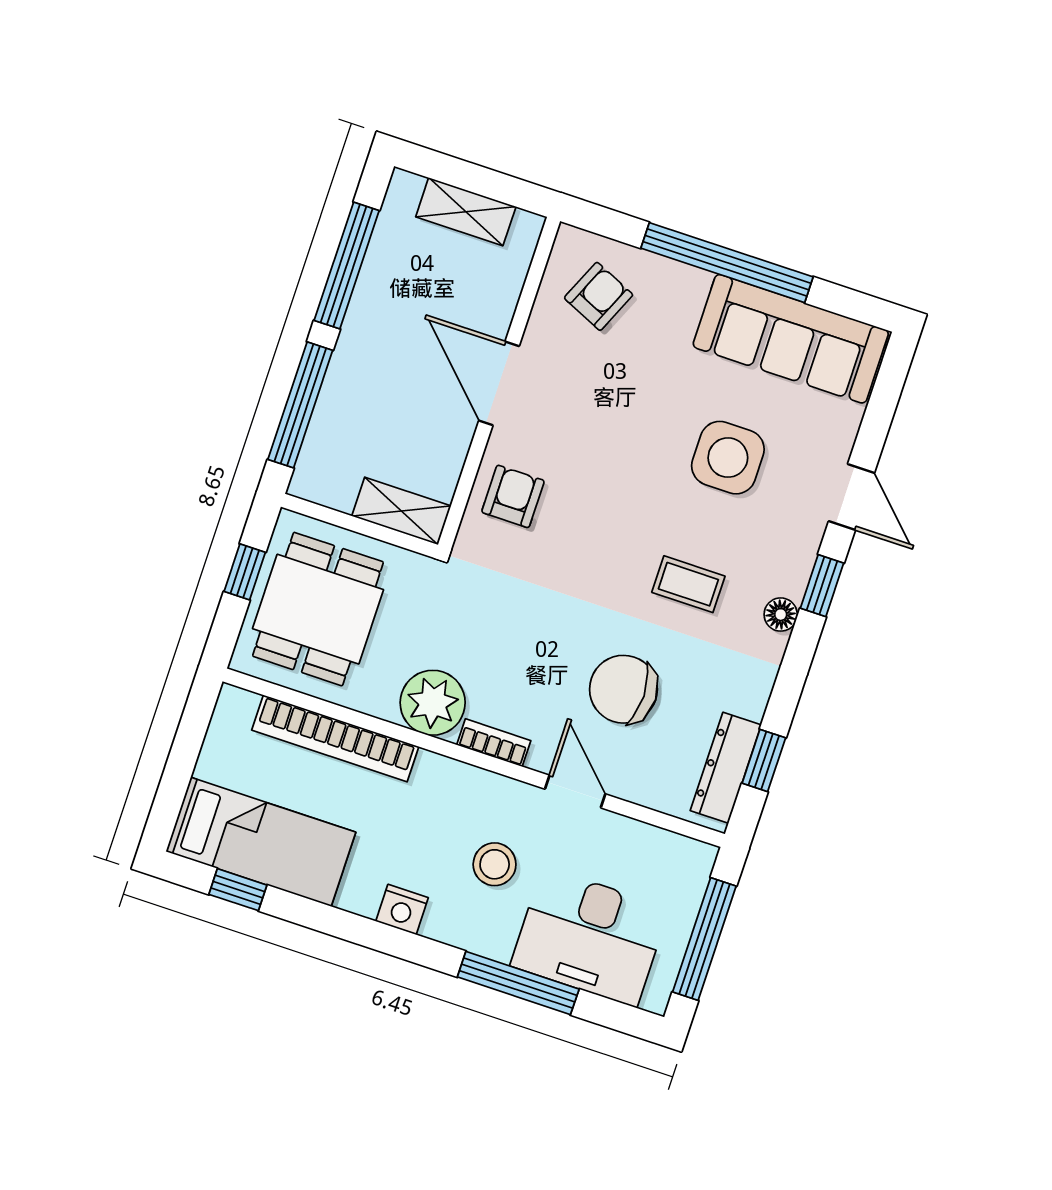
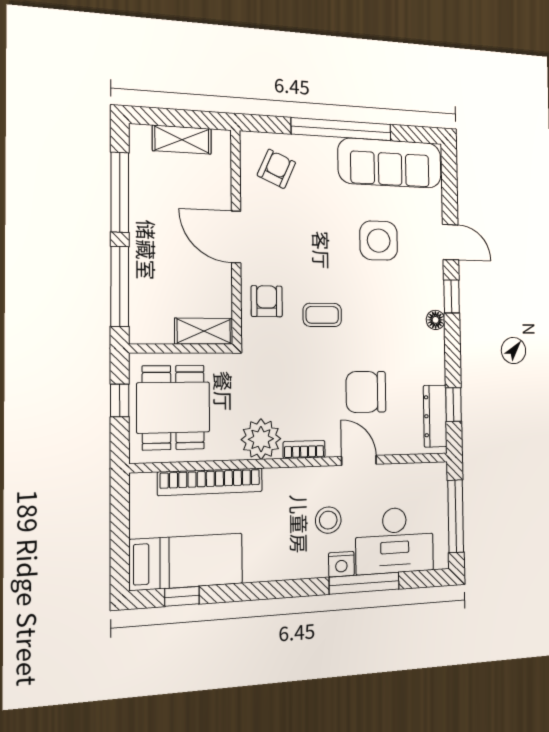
coffee table: (688, 584) -> (322, 315), moved
nightstand: (402, 909) -> (341, 564), moved

